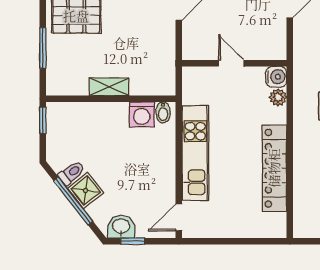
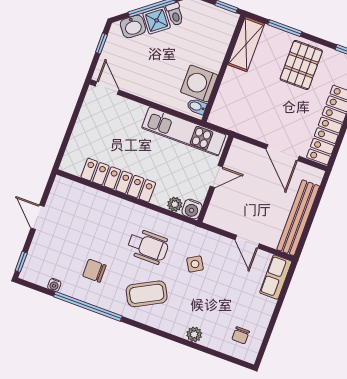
shelving: (109, 87) -> (246, 44), moved, width x1.50, depth x1.33
washing machine: (142, 114) -> (199, 83), width x1.37, depth x1.37
kitchen unit: (195, 153) -> (184, 131), moved
washbasin: (121, 227) -> (133, 26), moved, turned 52

